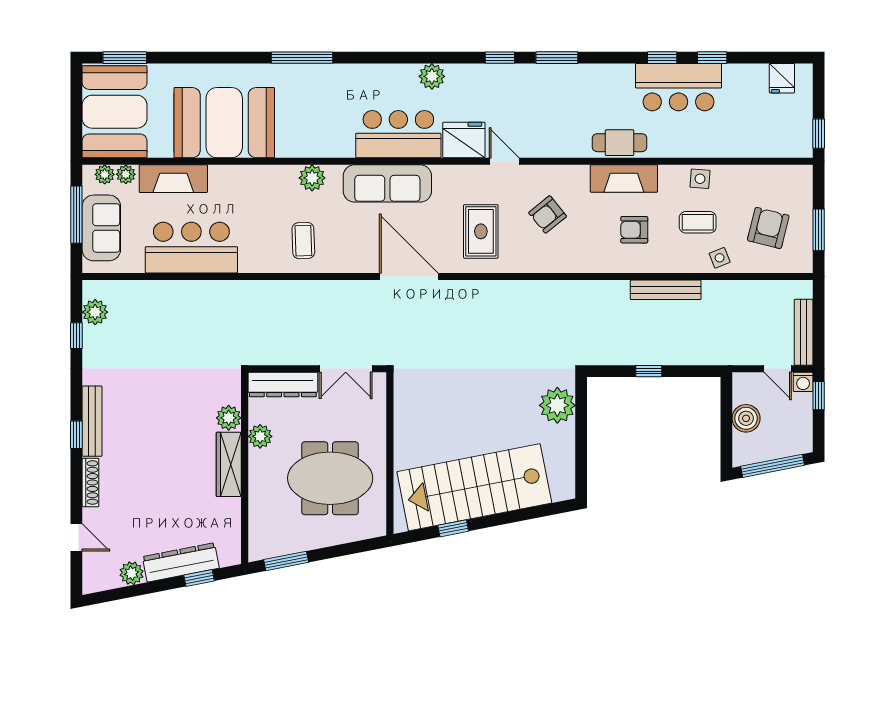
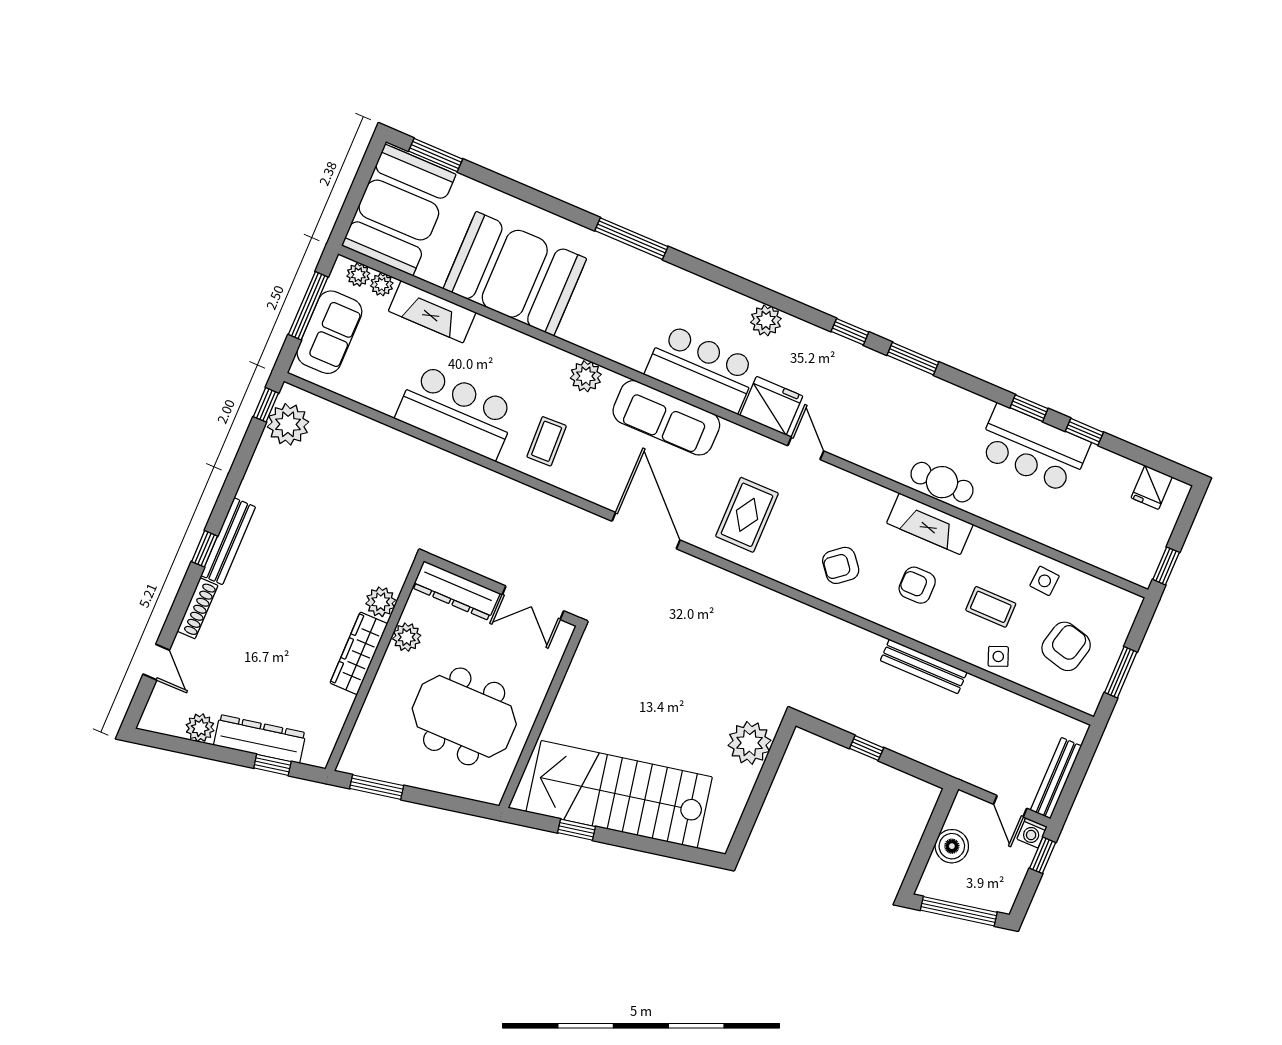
side table: (700, 179) -> (1045, 581), moved
armchair: (548, 214) -> (841, 565), moved
bar counter: (191, 248) -> (457, 412), moved
plant: (95, 312) -> (288, 424), width x1.36, depth x1.36
window: (76, 336) -> (266, 405), moved

